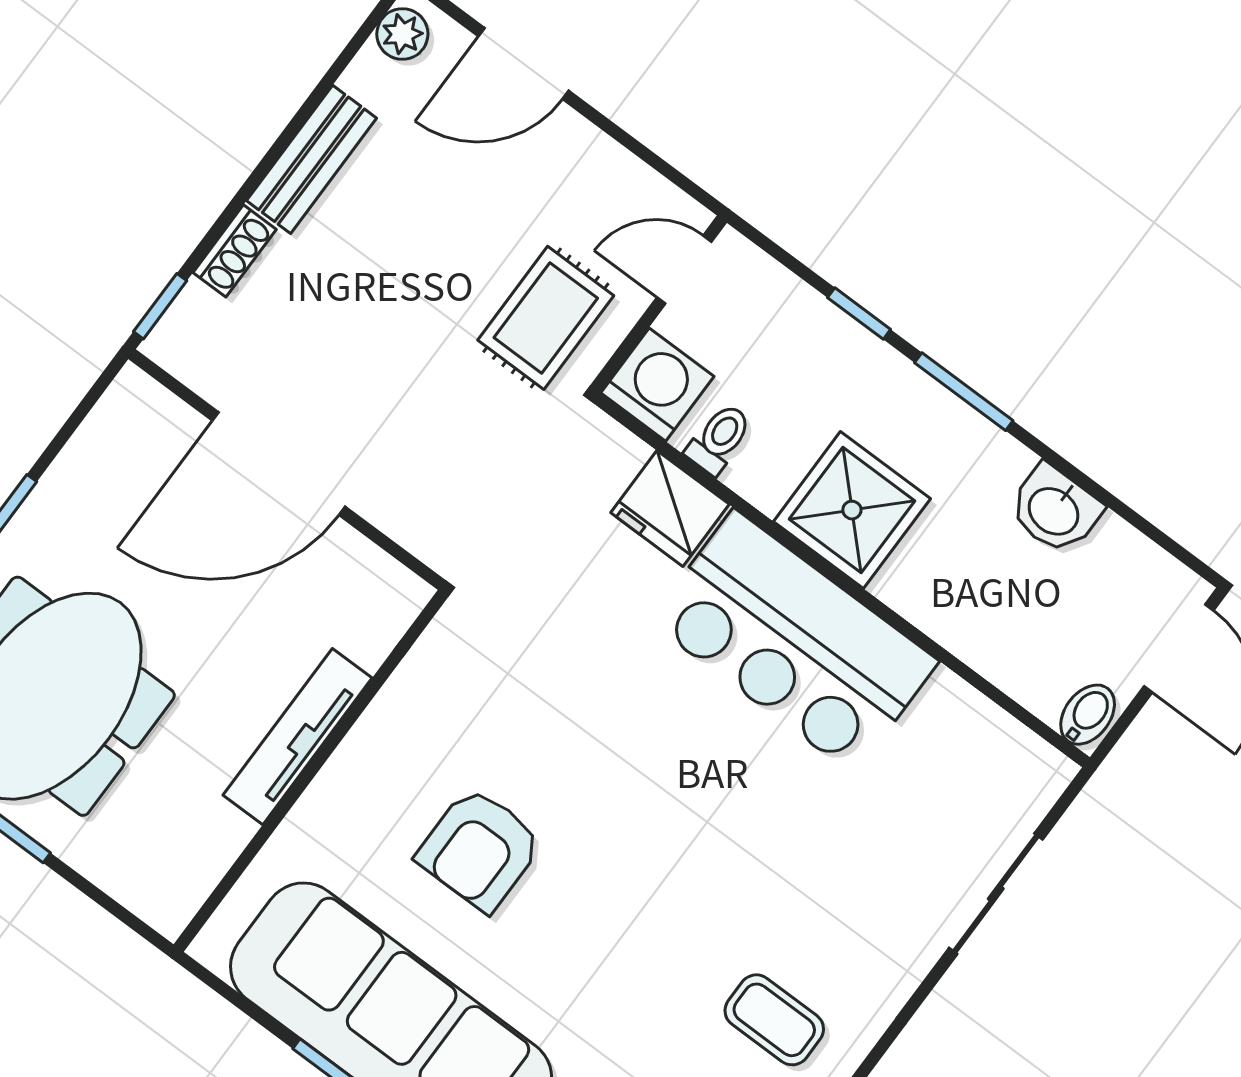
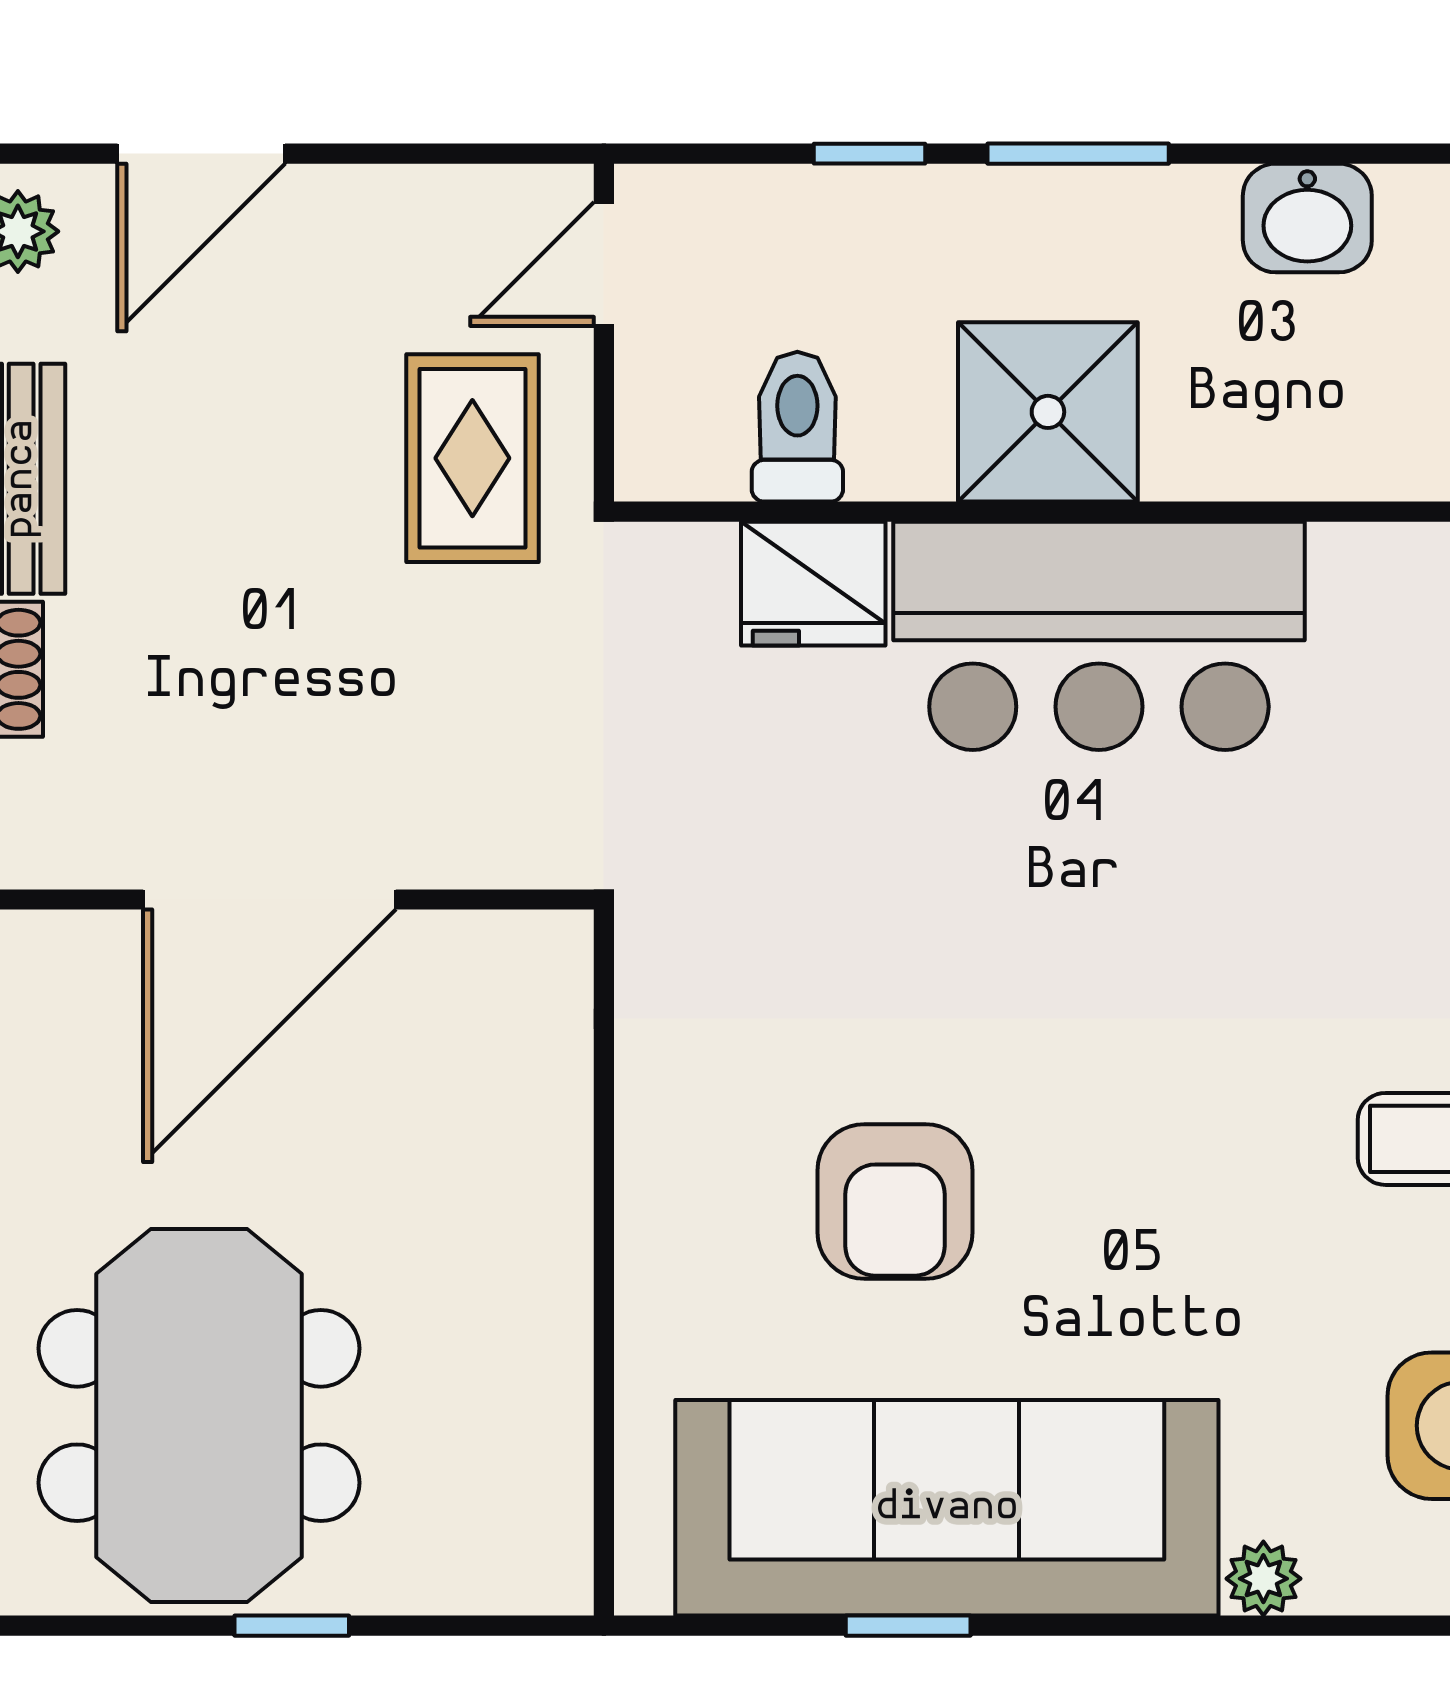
washing machine: (657, 385) -> (679, 437), removed
toilet: (719, 439) -> (797, 427), width x1.37, depth x1.39
tv unit: (298, 737) -> (554, 1231), removed

